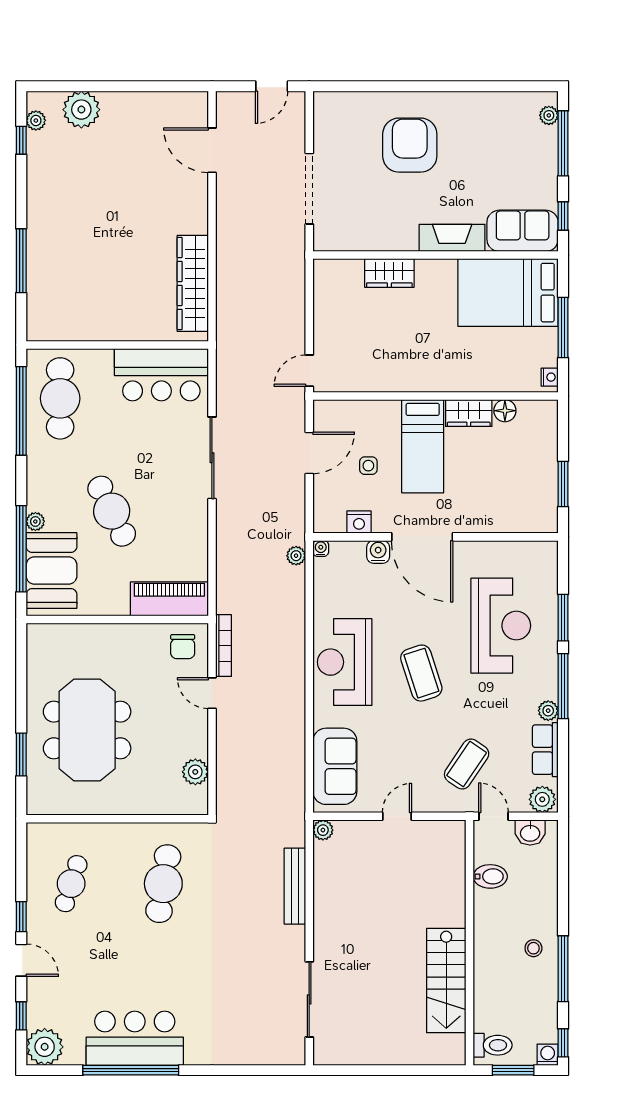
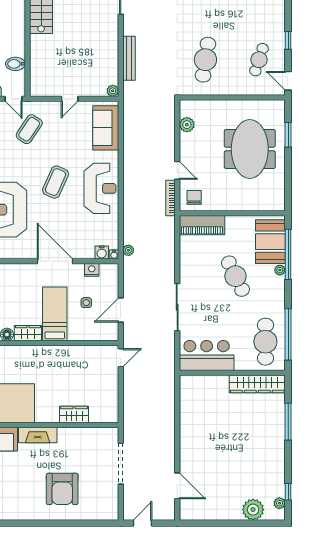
wardrobe: (193, 283) -> (257, 384), moved, turned 90
water cooler: (378, 552) -> (102, 252), moved
coffee table: (421, 673) -> (55, 182), turned 42
door: (21, 960) -> (288, 81), moved

